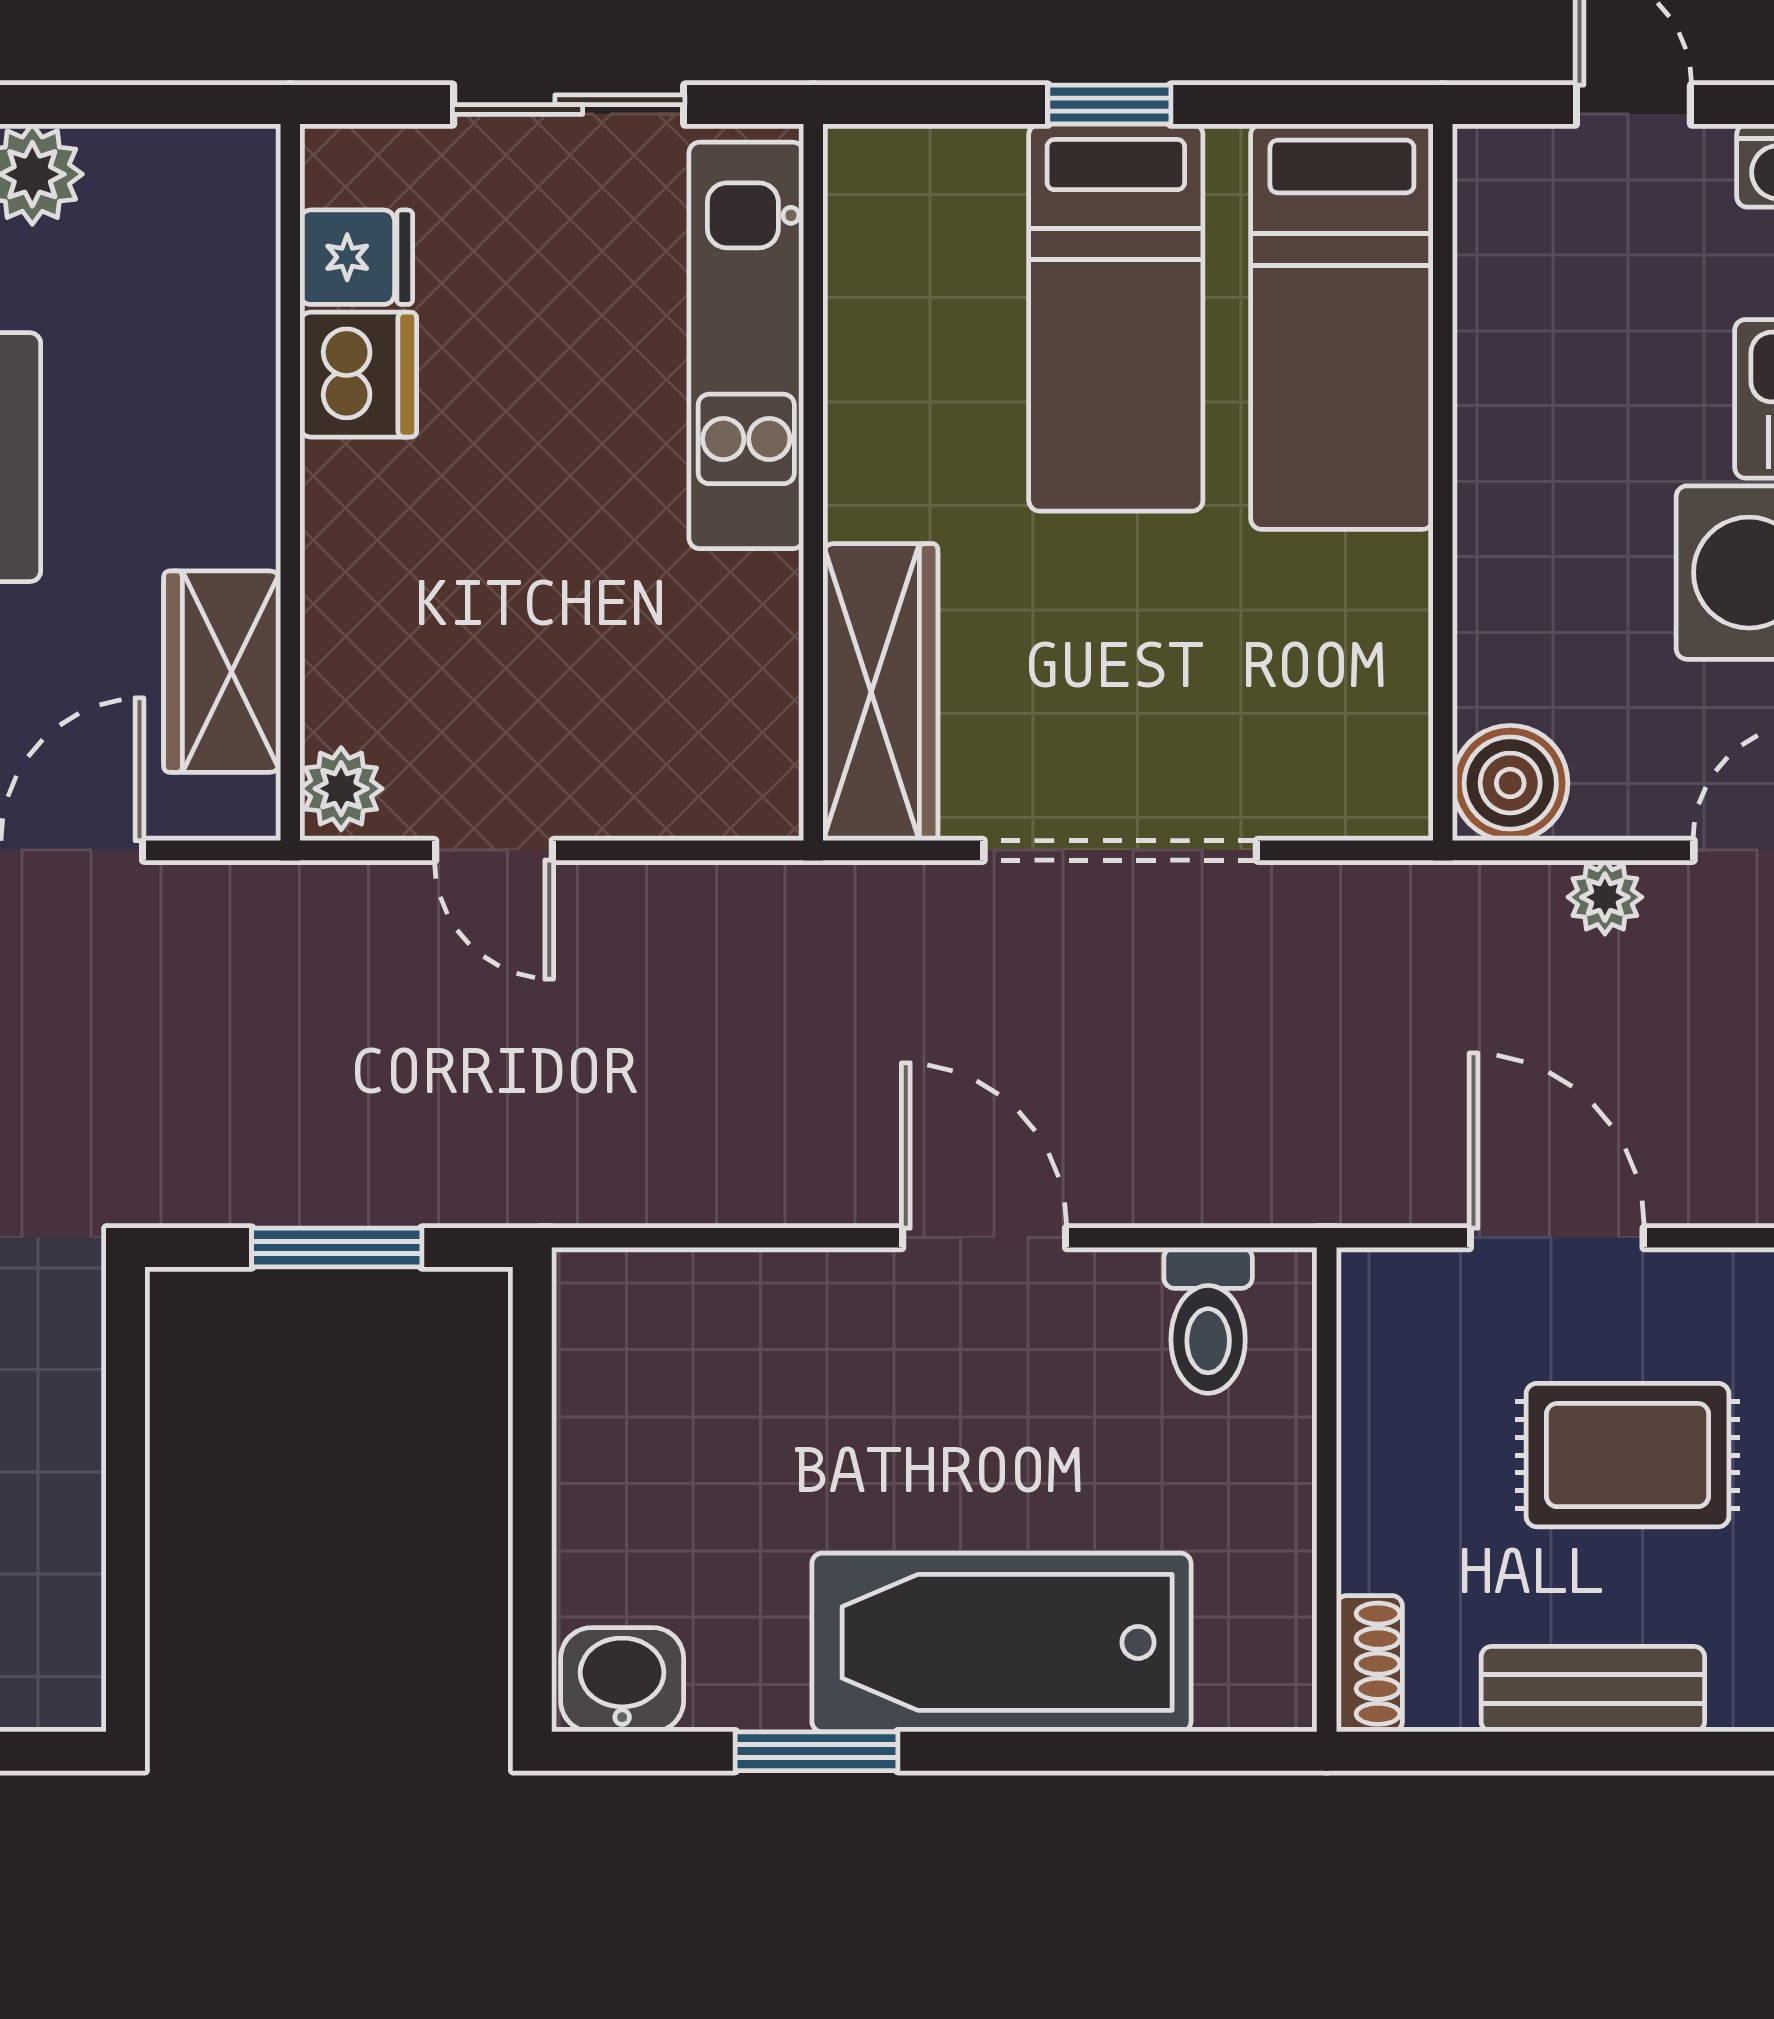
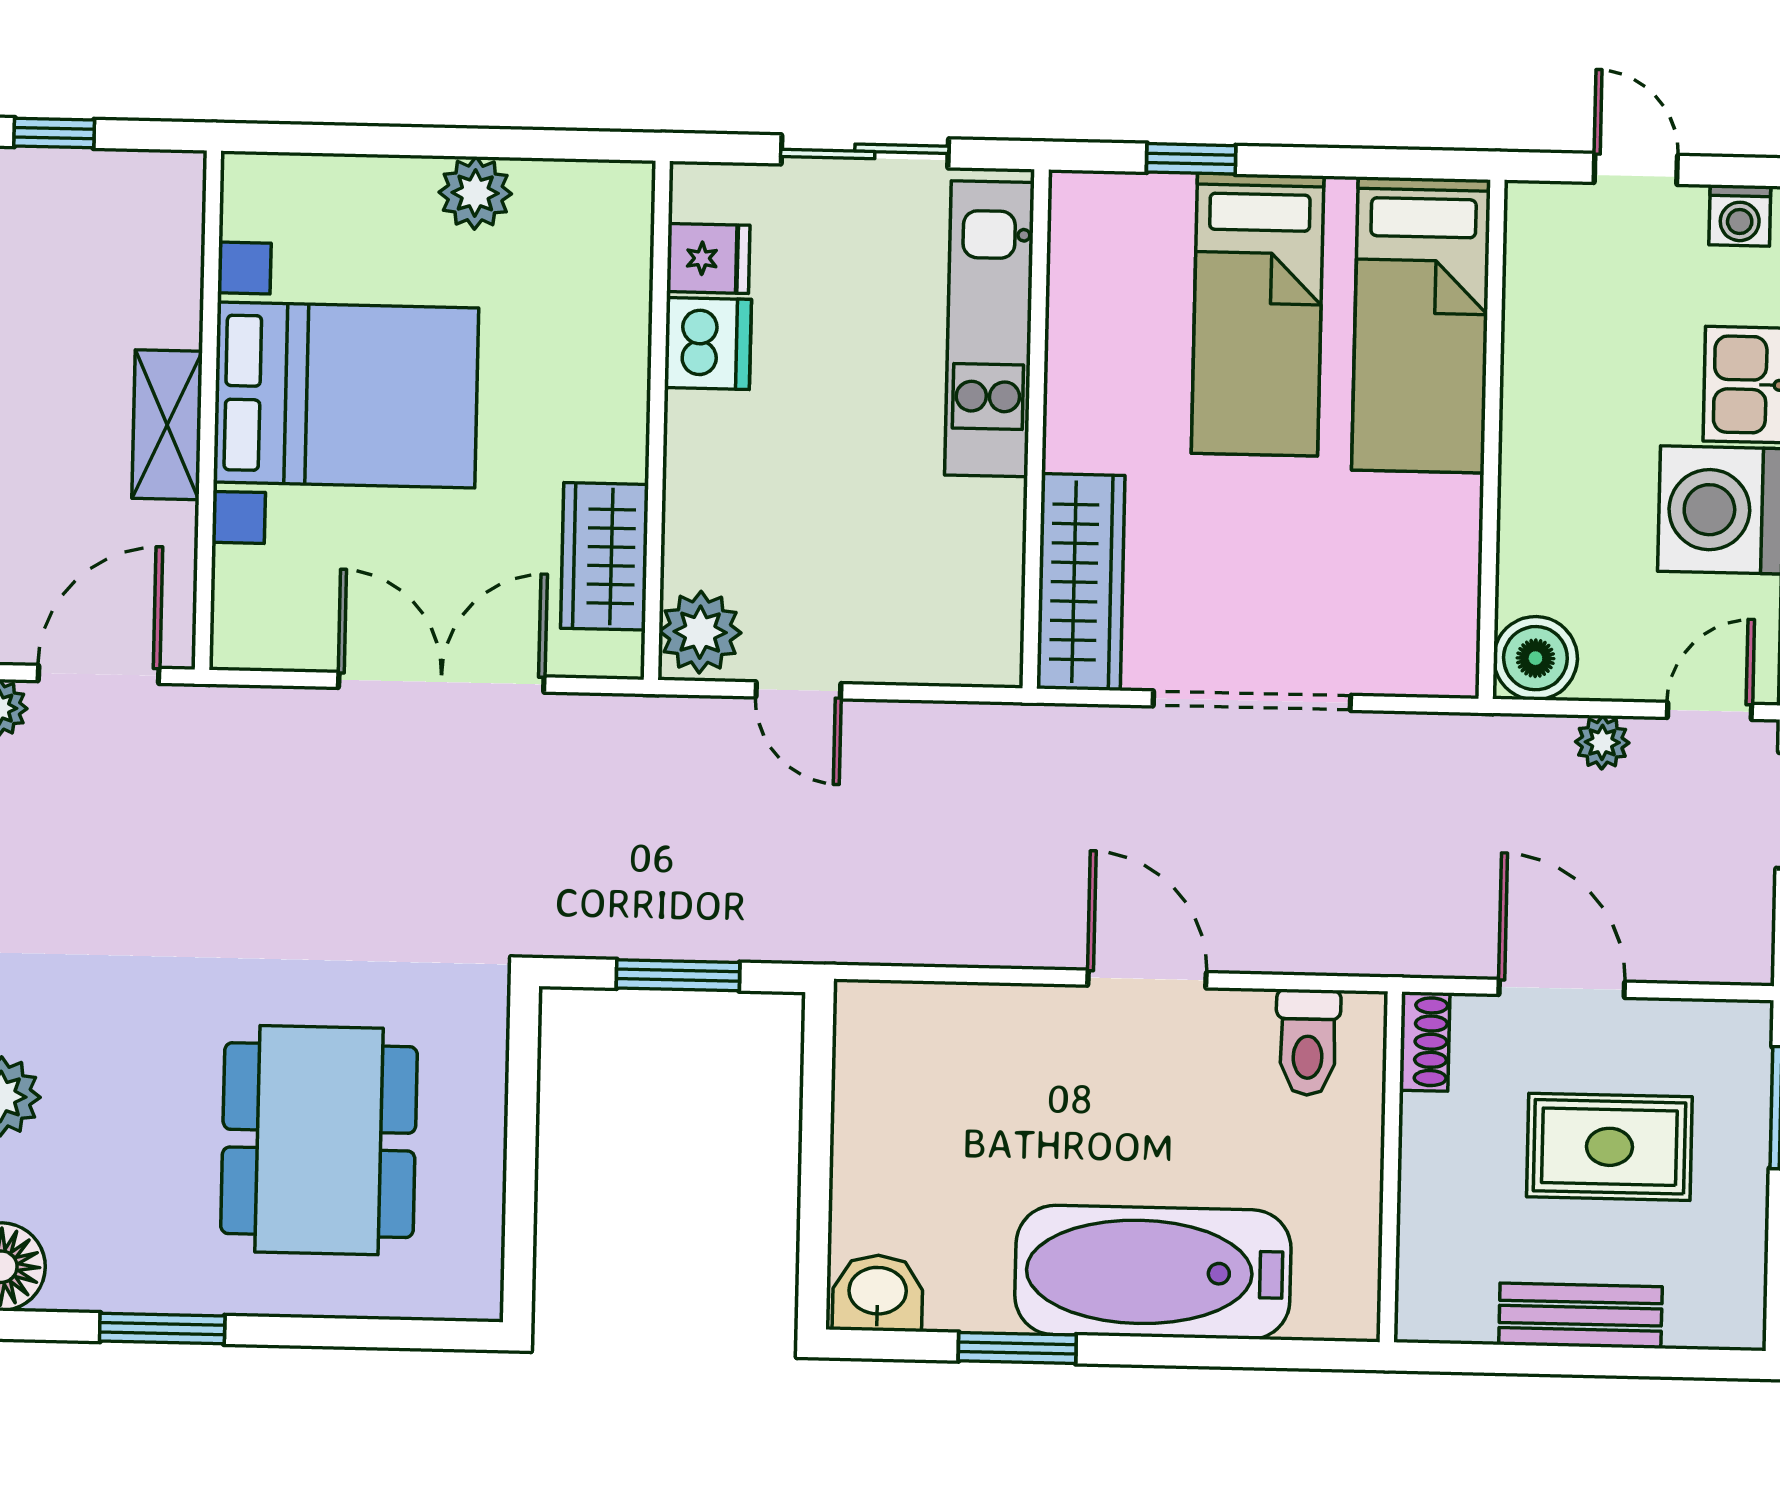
window: (1109, 105) -> (1191, 159), moved
plant: (341, 789) -> (700, 632), width x1.38, depth x1.38
shoe rack: (1369, 1664) -> (1425, 1042), moved

